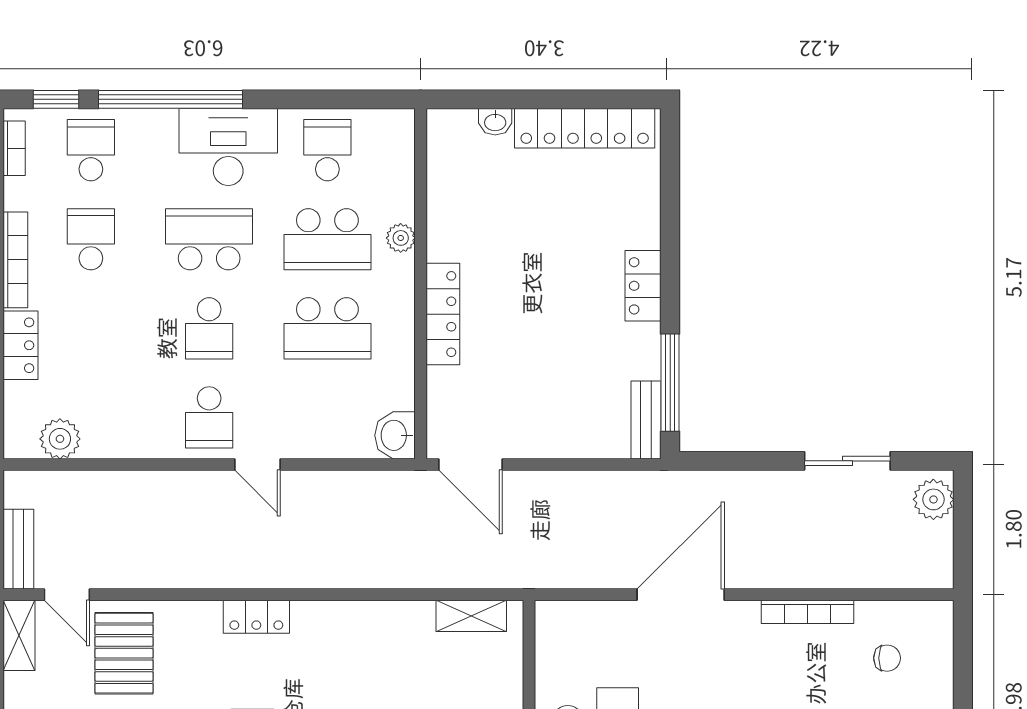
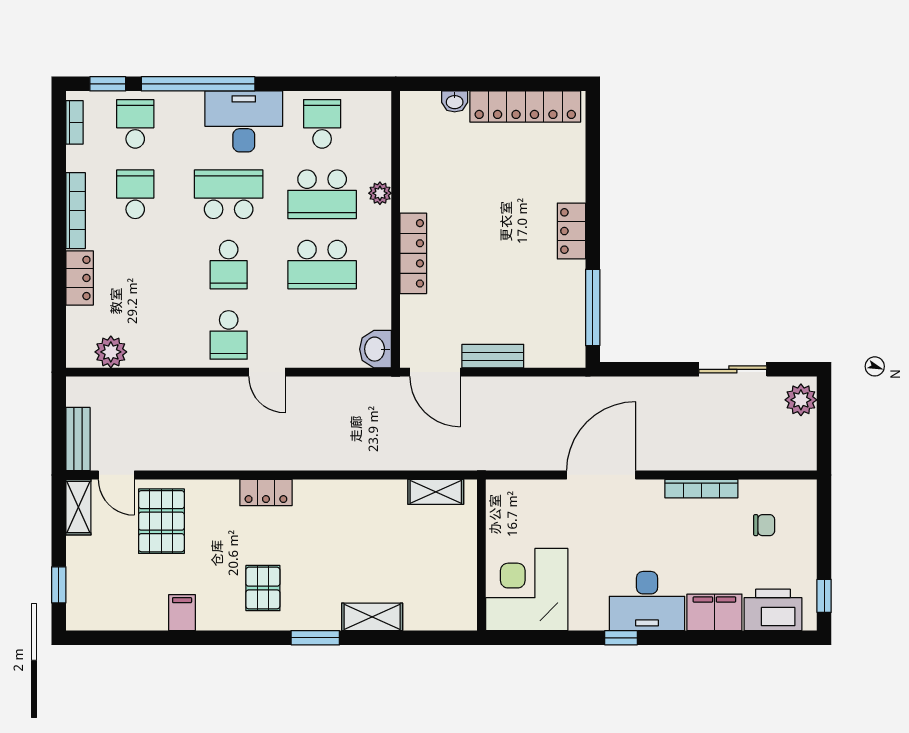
bench: (646, 420) -> (493, 356), moved, turned 90

